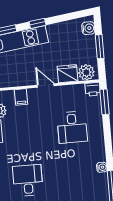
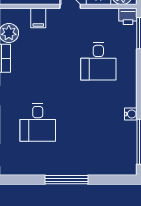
desk: (28, 180) -> (38, 122), turned 180

